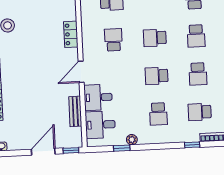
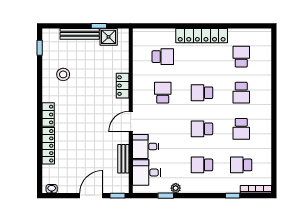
school desk: (158, 114) -> (202, 165), turned 90

